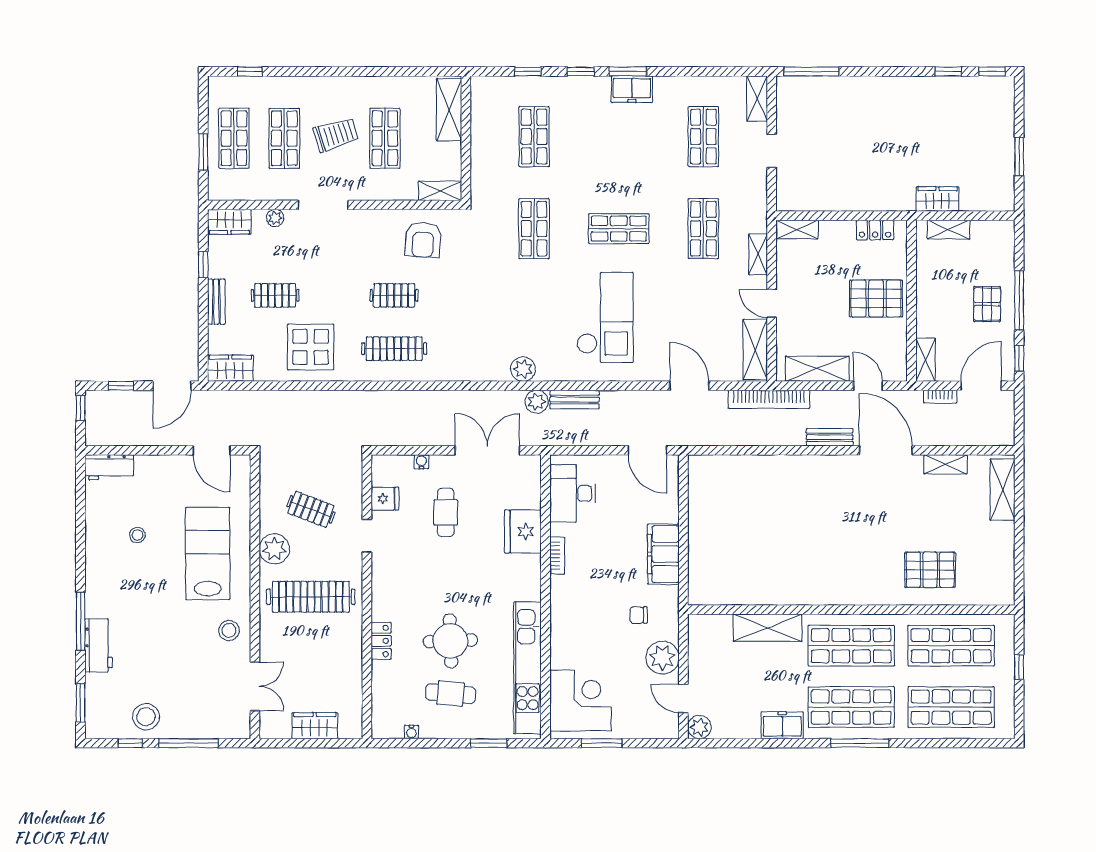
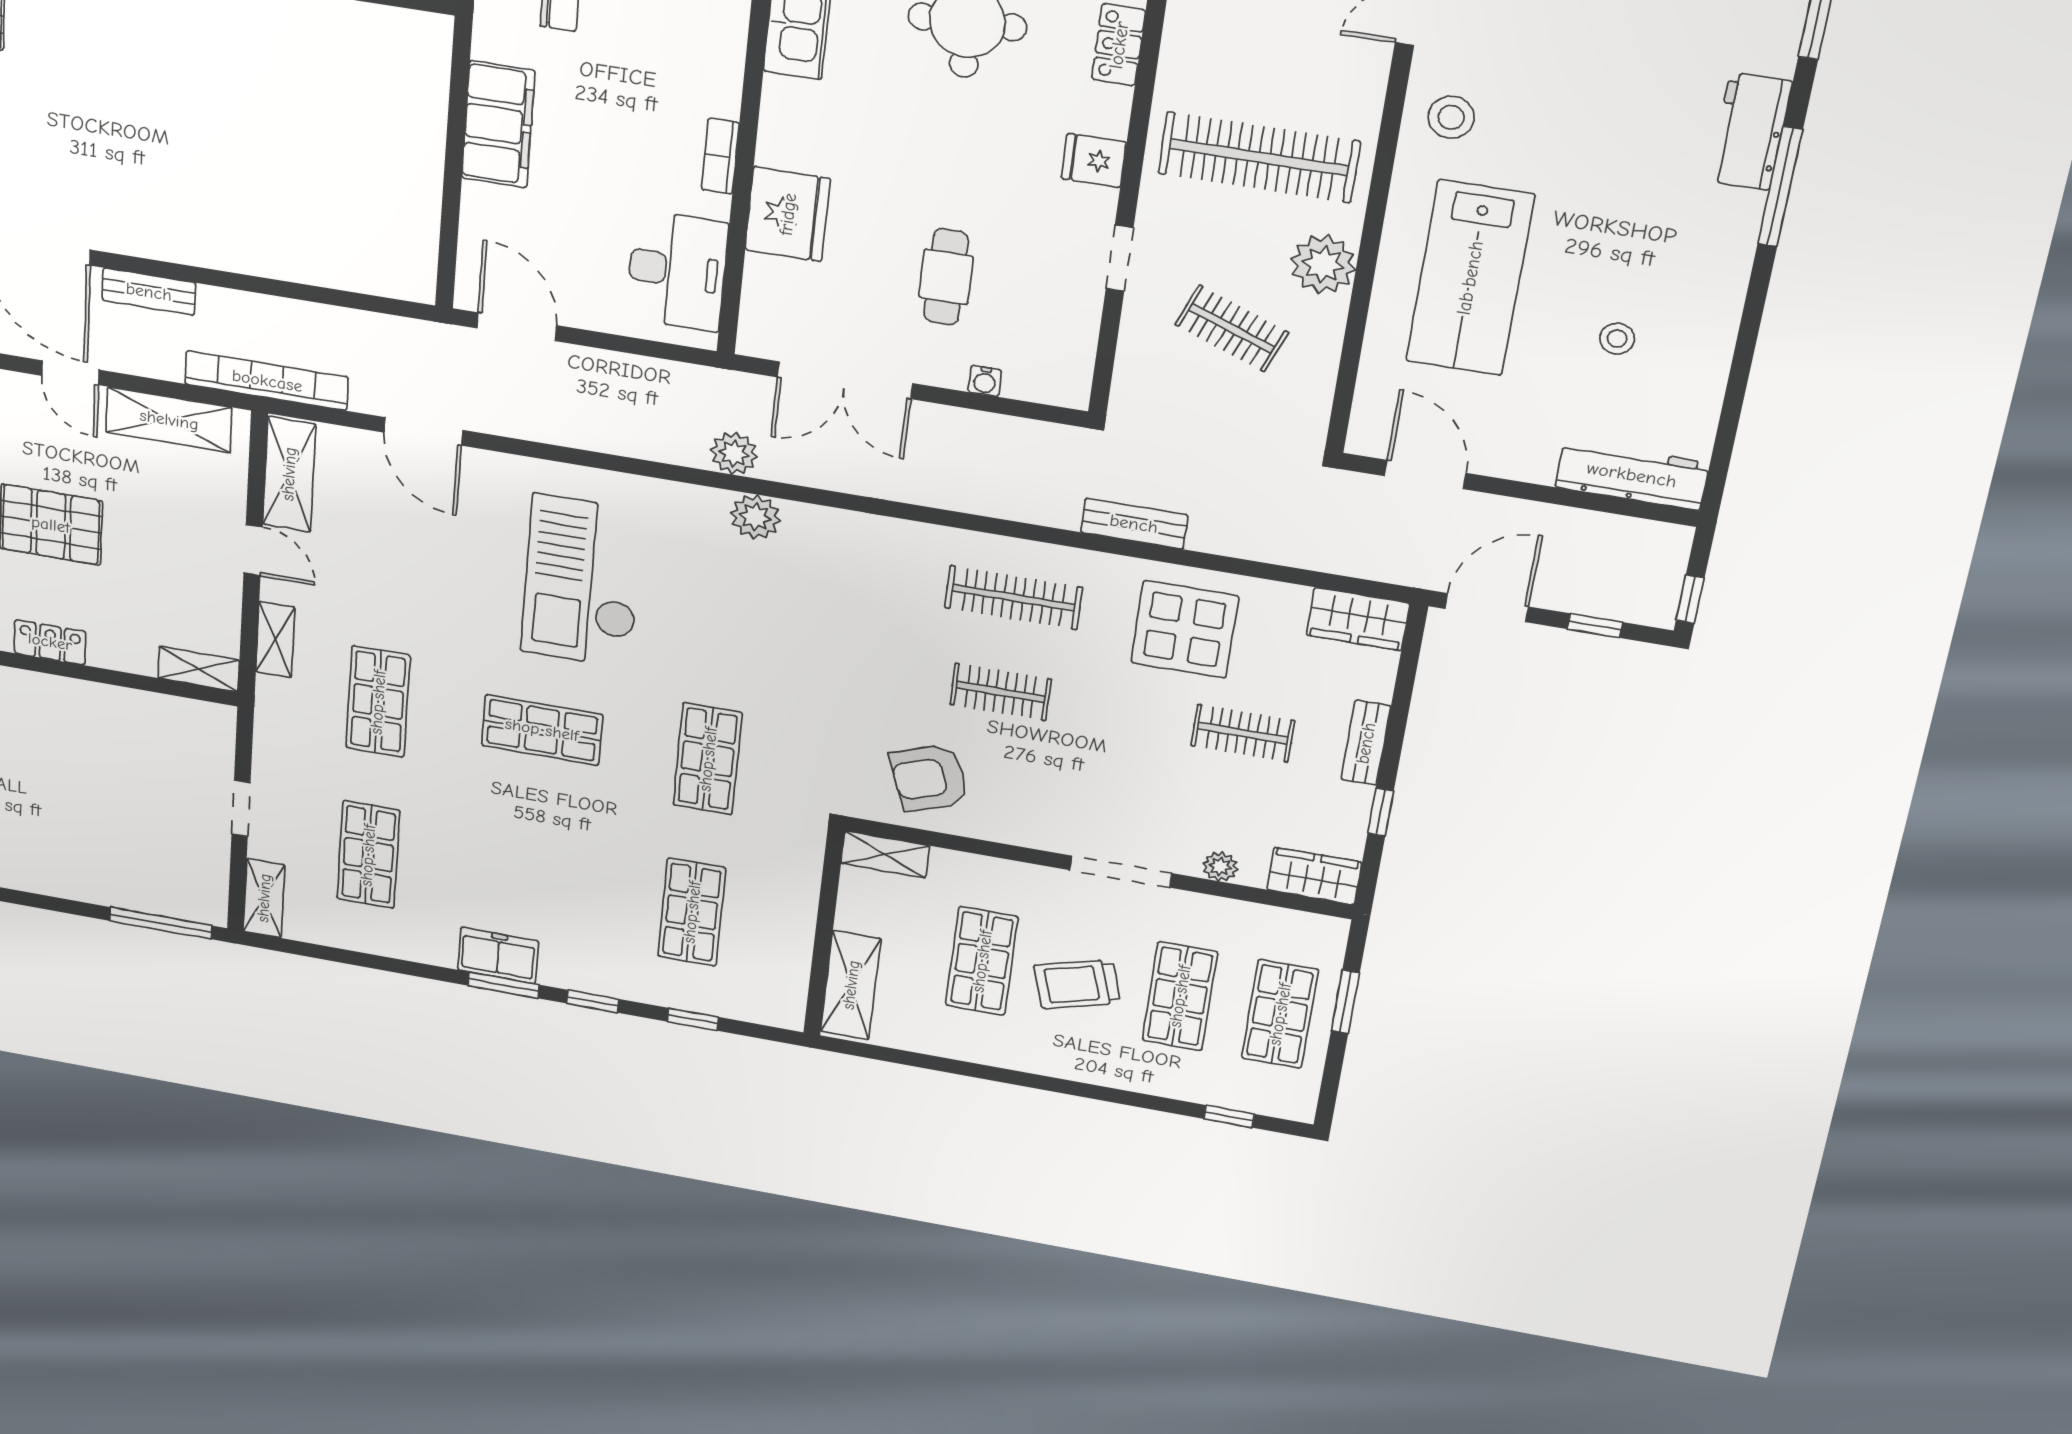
armchair: (423, 240) -> (929, 778), turned -114
bench: (574, 399) -> (1134, 524), moved
workbench: (109, 467) -> (1632, 475), width x1.37
fridge: (385, 499) -> (1094, 160), moved

